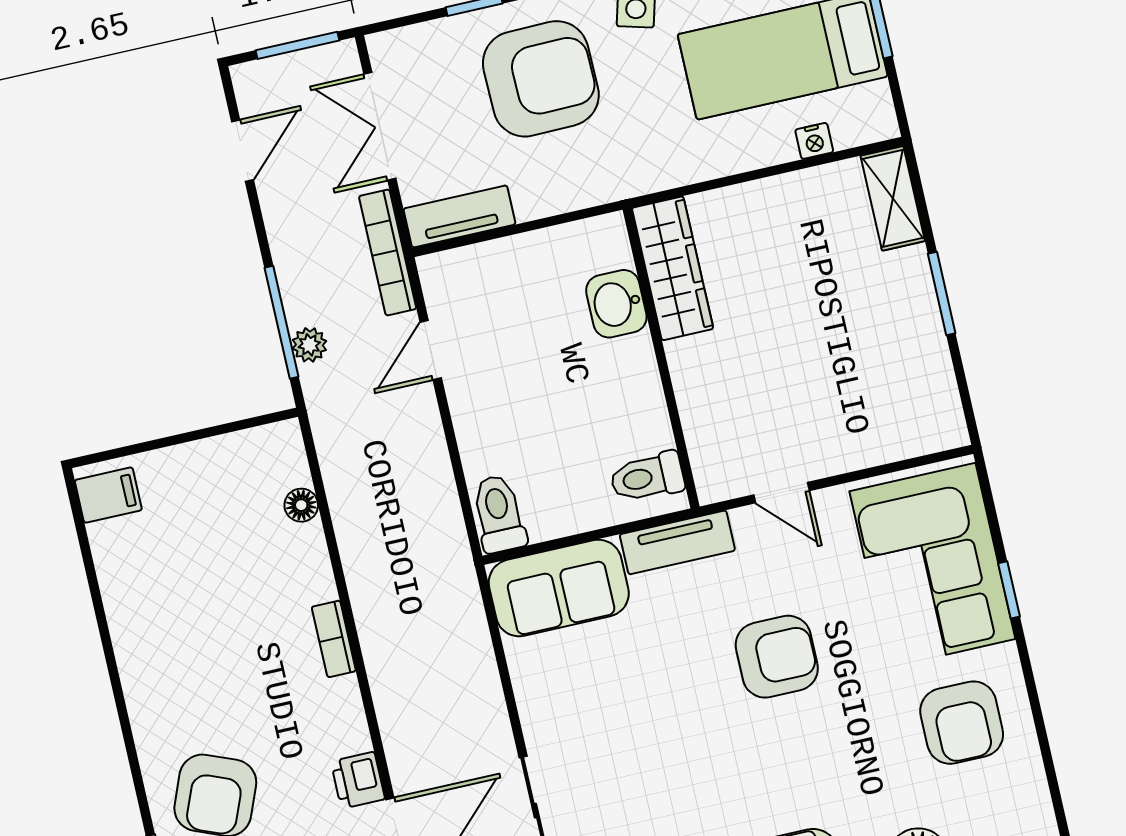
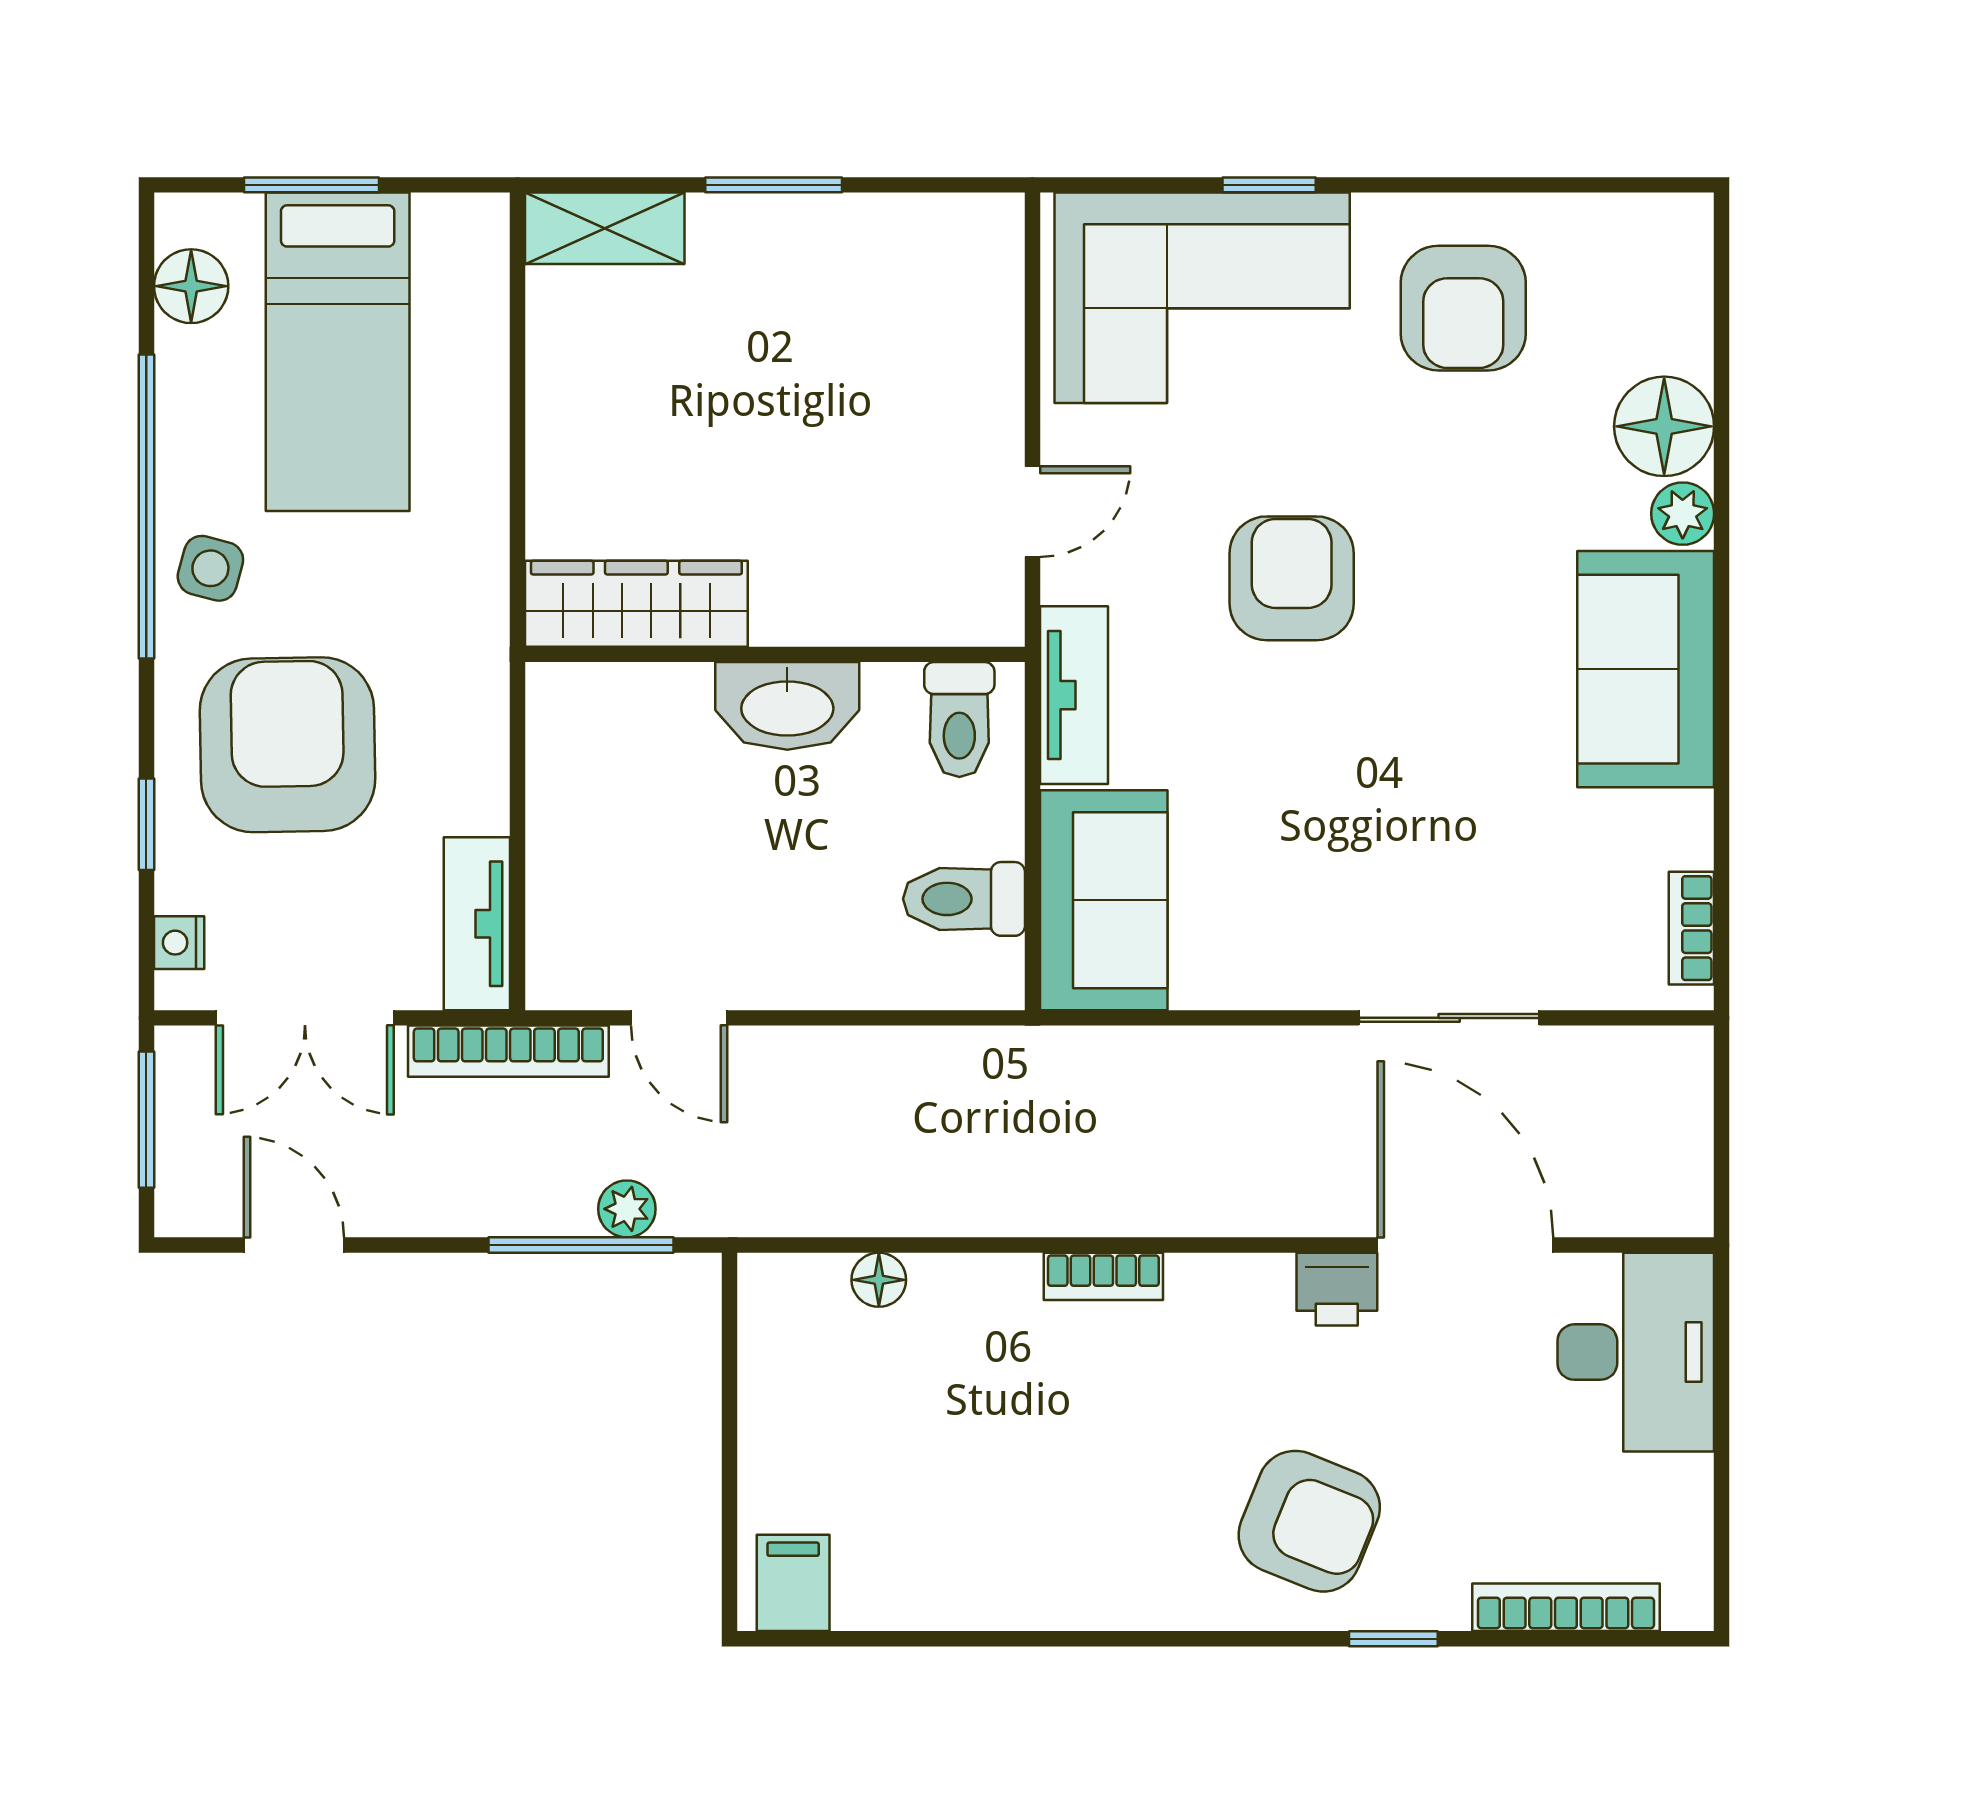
nightstand: (814, 141) -> (179, 943), moved, turned 180
washbasin: (616, 304) -> (787, 706), moved, width x1.38
toilet: (499, 514) -> (964, 899), moved
armchair: (962, 723) -> (1463, 308), turned 90

